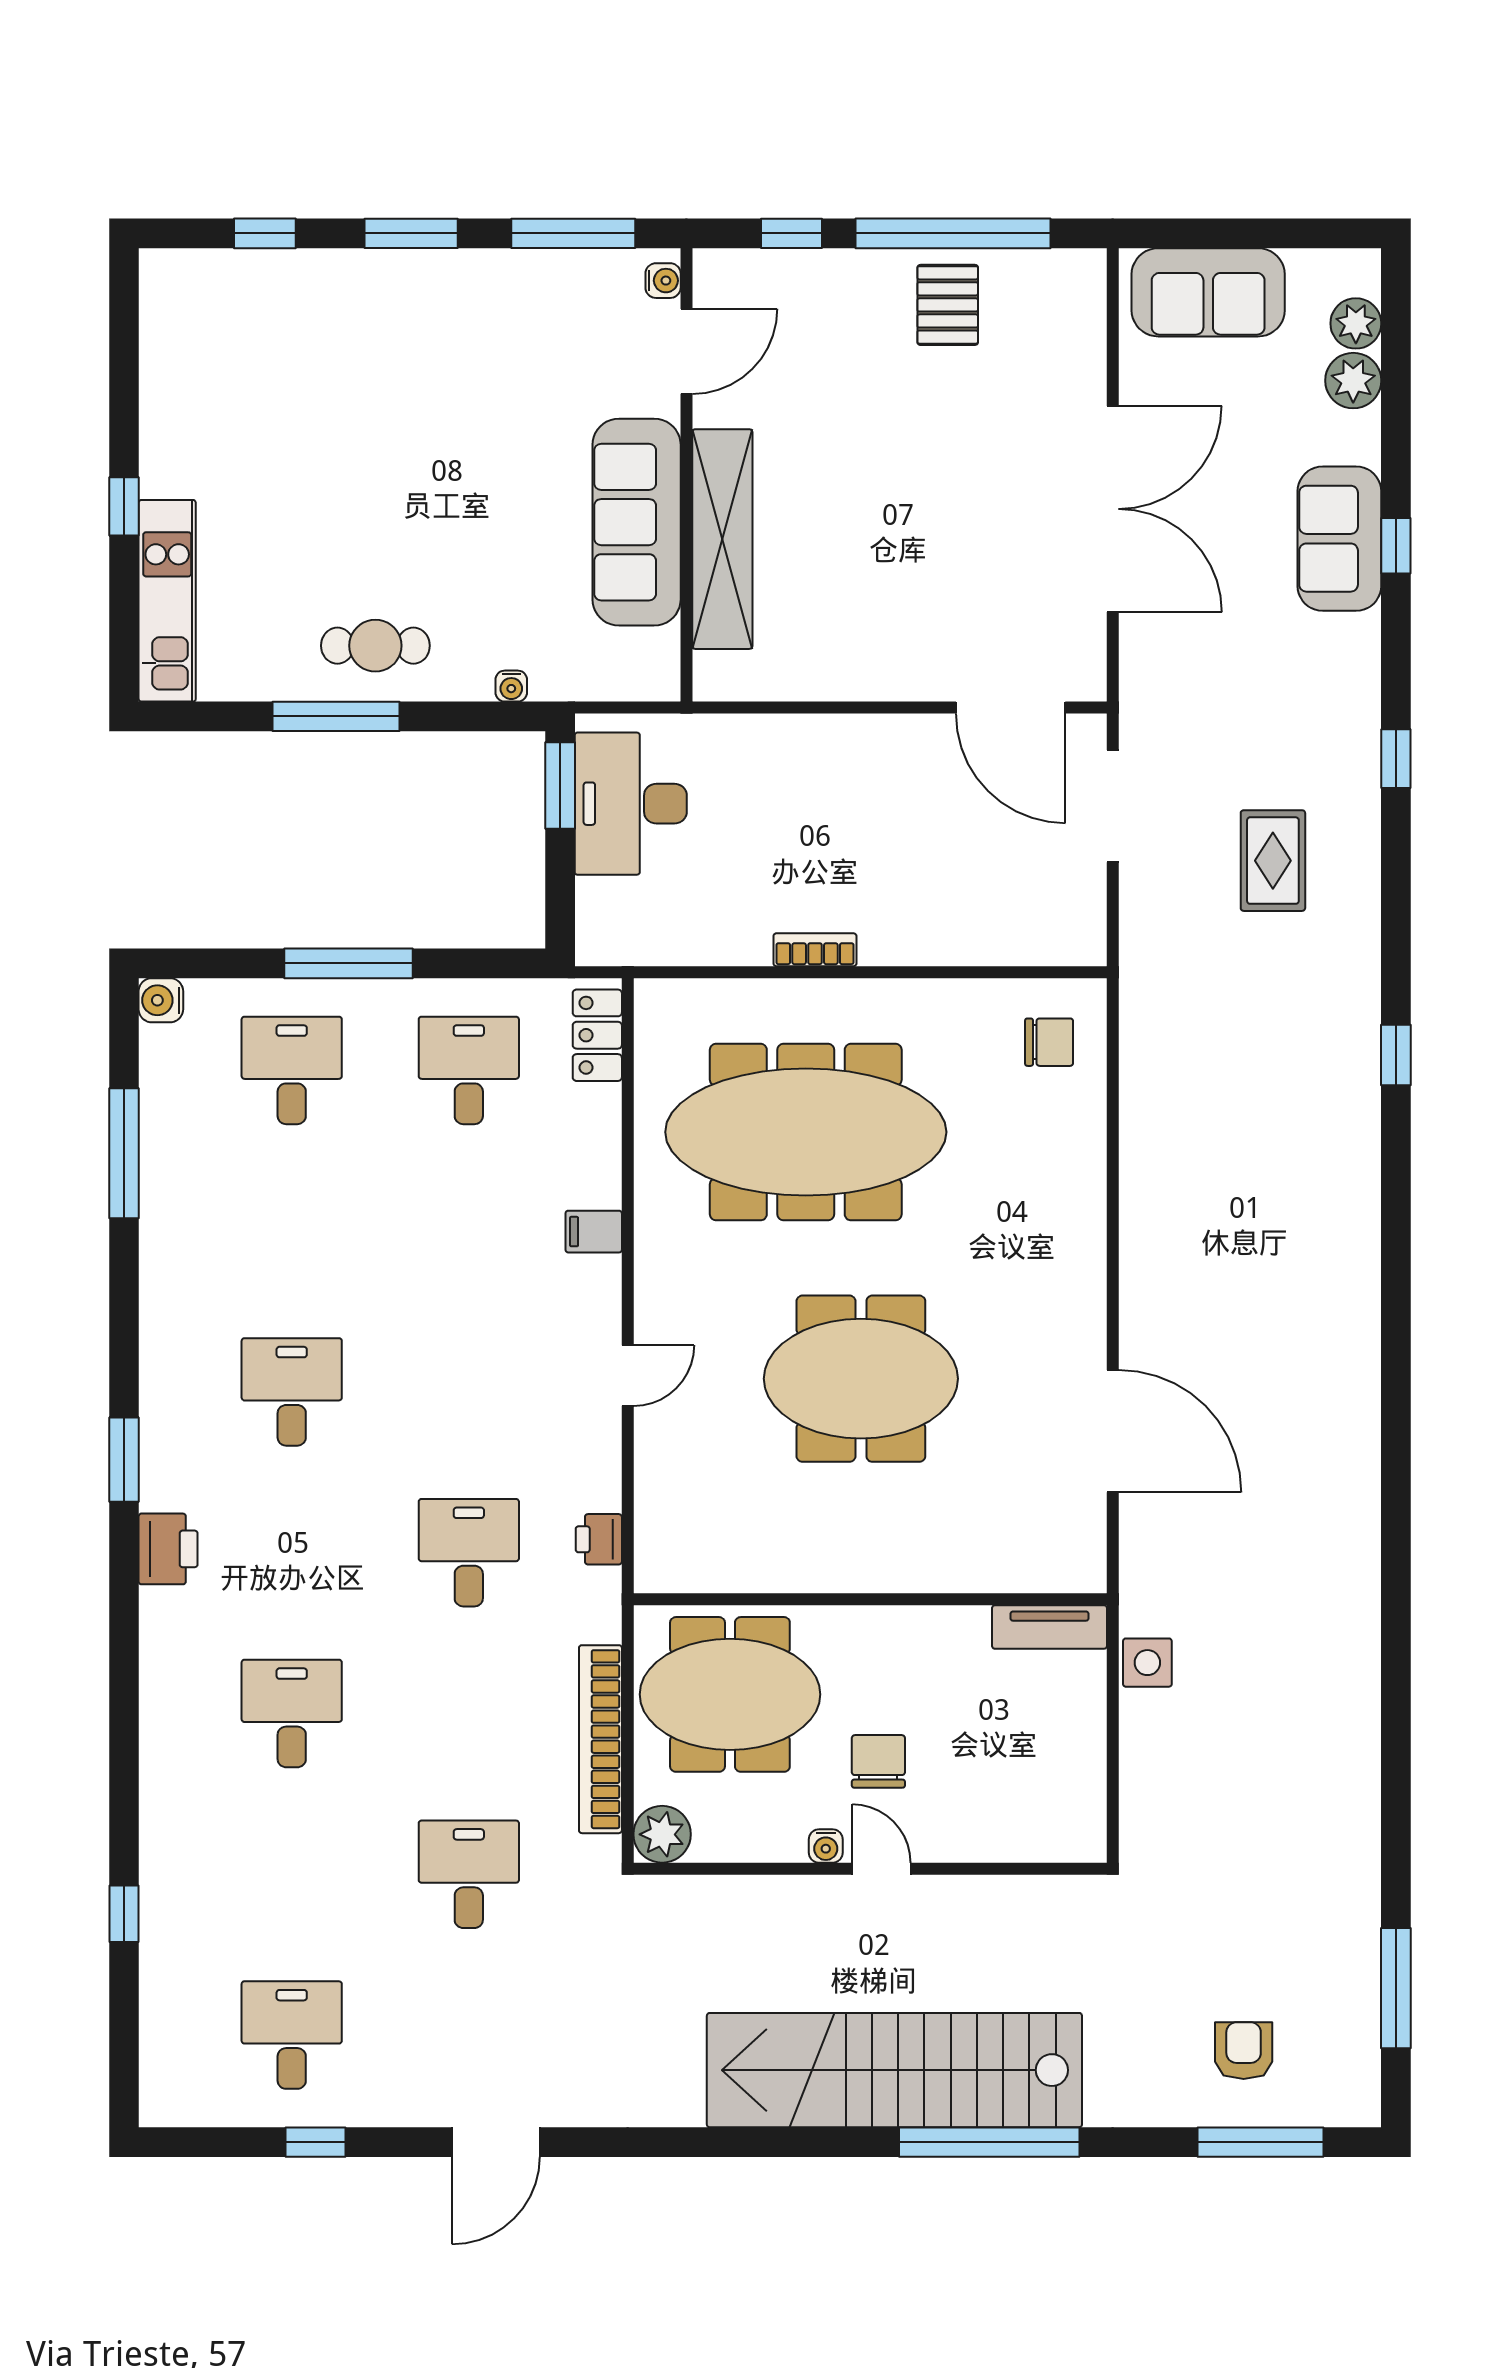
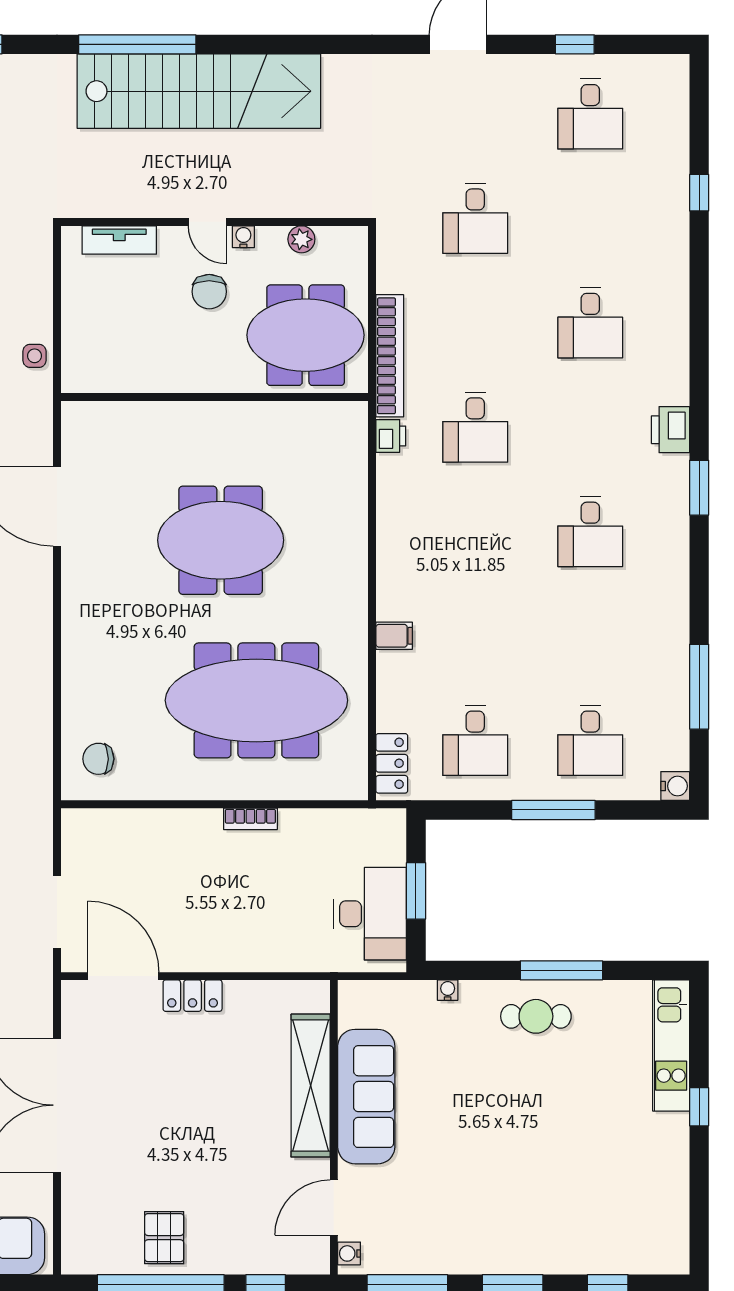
locker: (904, 678) -> (193, 996), added
window: (560, 786) -> (416, 891), moved
door: (628, 1376) -> (372, 542), removed
tv unit: (1049, 1627) -> (119, 240), moved, turned 180
side table: (1147, 1663) -> (34, 356), width x0.73, depth x0.73
bookcase: (600, 1739) -> (390, 356), moved
plant: (662, 1834) -> (301, 239), moved, width x0.73, depth x0.73

